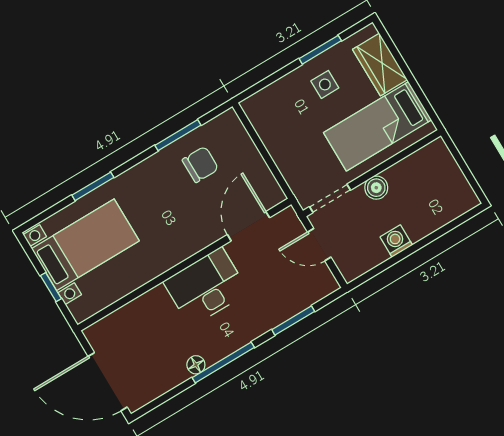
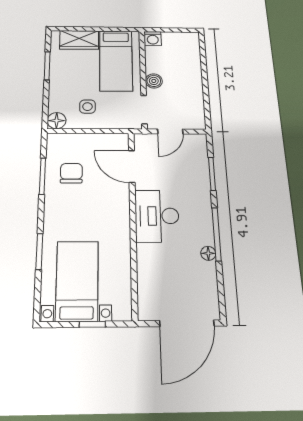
side table: (325, 84) -> (87, 107), moved
floor lamp: (255, 107) -> (57, 121), added
washing machine: (396, 241) -> (153, 39), moved, turned -90

